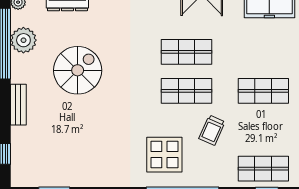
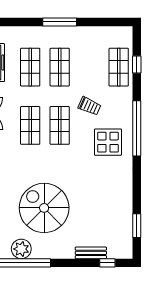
shop shelf: (263, 52) -> (30, 67), added
spiral stairs: (78, 70) -> (44, 208), width x1.37, depth x1.37
bench: (18, 105) -> (91, 253), moved

